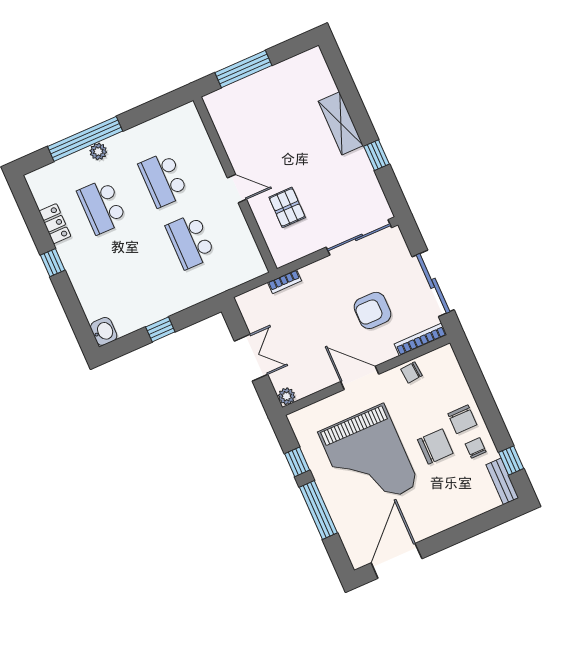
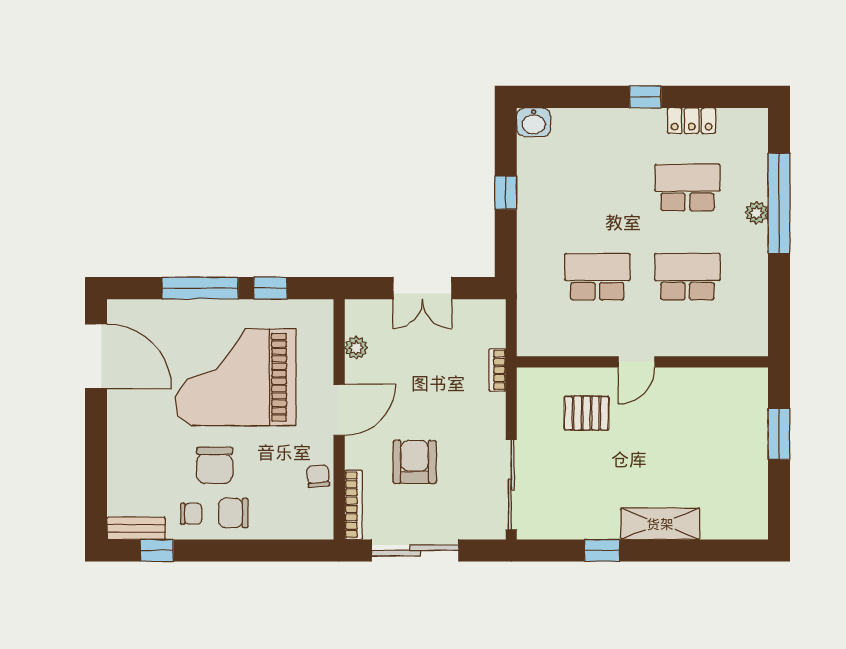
window: (243, 69) -> (779, 434), width x0.69
plant: (287, 396) -> (356, 348), moved

